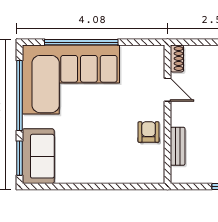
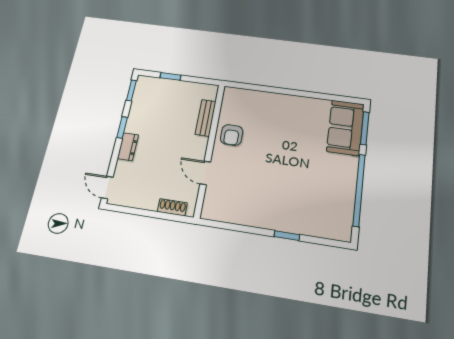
window: (81, 42) -> (287, 236), width x0.32
shoe rack: (177, 58) -> (172, 207), moved, turned 90
corner sofa: (71, 80) -> (303, 198), removed

